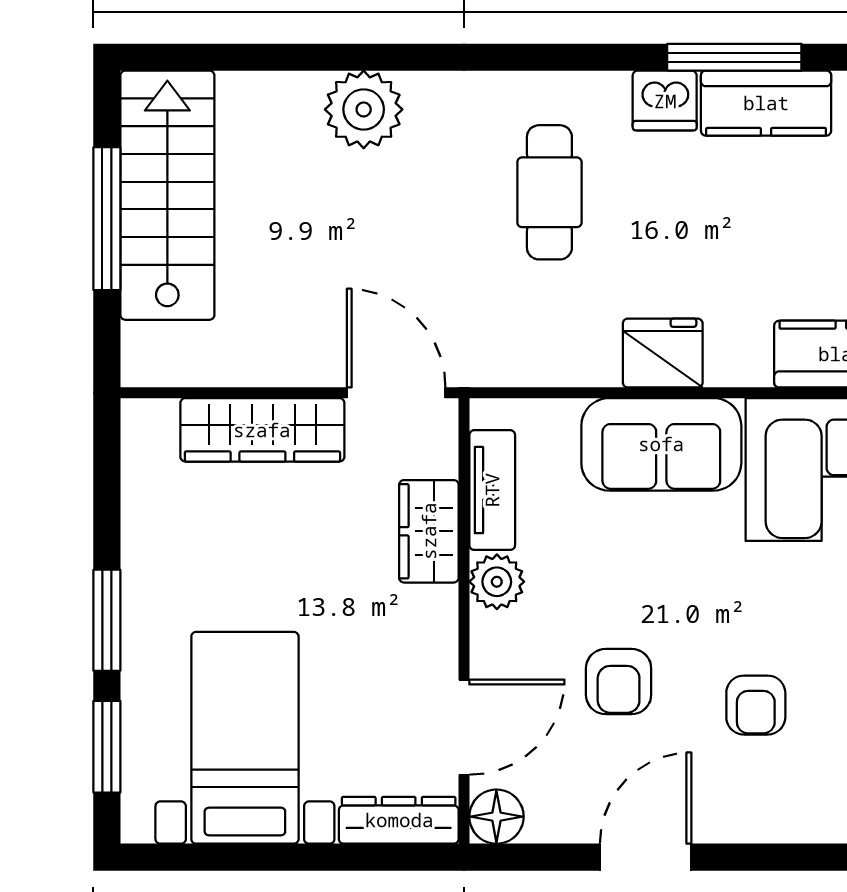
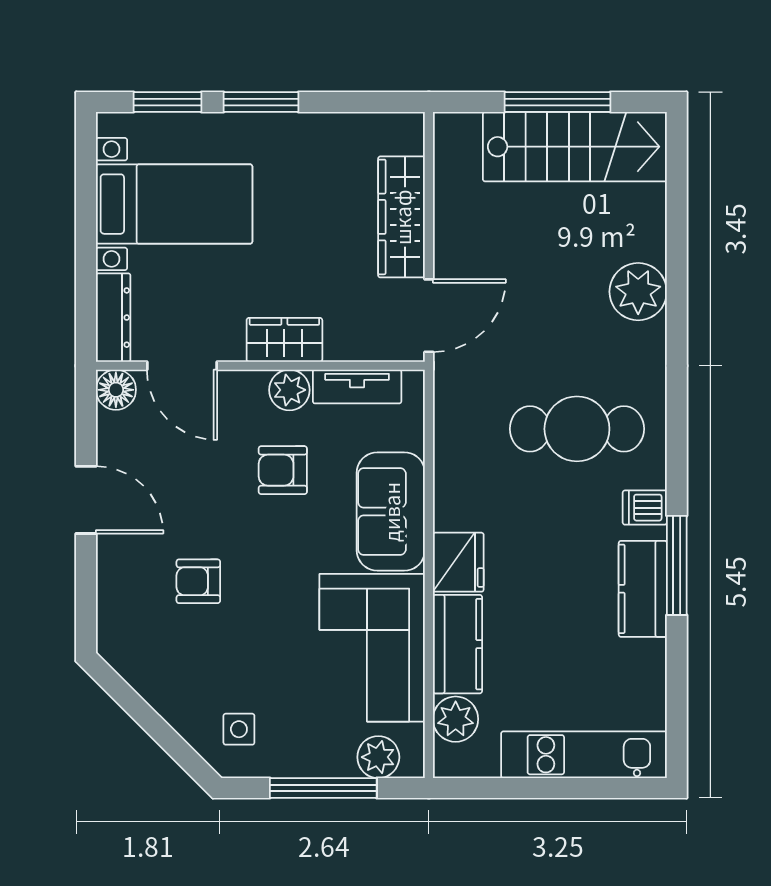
dishwasher: (665, 101) -> (645, 508), width x0.73
cafe table: (549, 192) -> (577, 429), width x1.37, depth x1.35
fridge: (663, 353) -> (458, 562), moved
wardrobe: (429, 531) -> (284, 340), moved
armchair: (619, 682) -> (283, 470), moved

